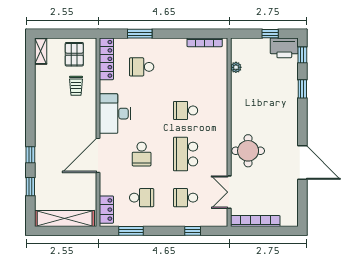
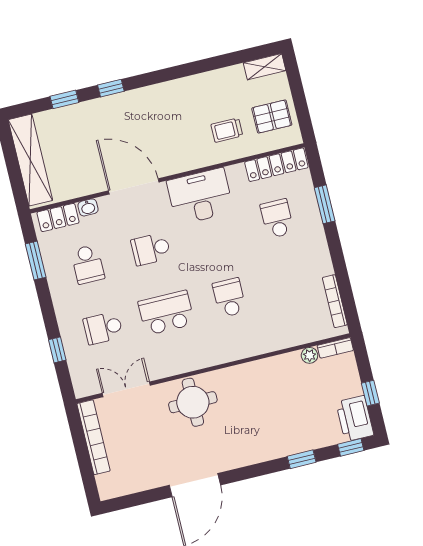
bookcase: (235, 49) -> (335, 348), added
washbasin: (105, 188) -> (88, 207), added
school desk: (186, 198) -> (103, 328), turned -90

